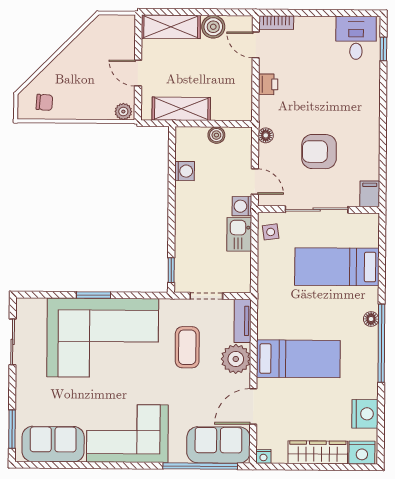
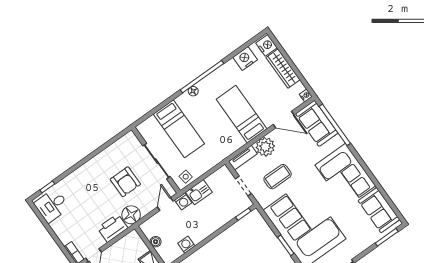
printer: (268, 84) -> (113, 228), width x1.87, depth x1.48
floor lamp: (266, 135) -> (131, 215), width x1.89, depth x1.89
filing cabinet: (370, 194) -> (128, 139), removed

